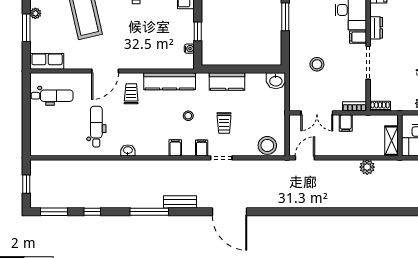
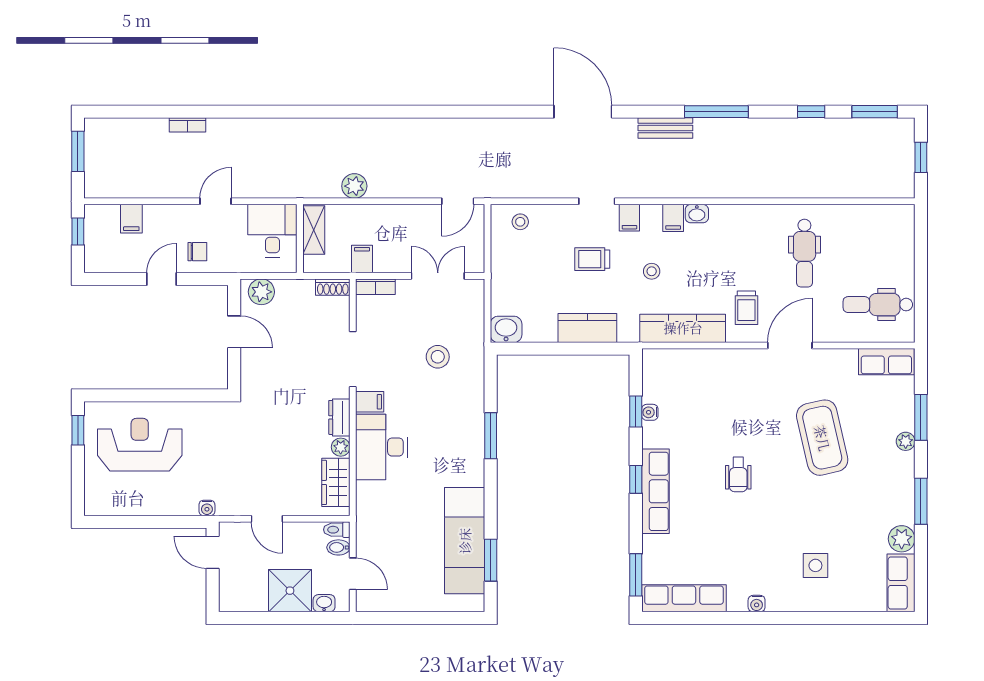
plant: (375, 10) -> (341, 447), added
water cooler: (189, 49) -> (650, 412), moved
trolley: (224, 123) -> (592, 259), turned -90
filing cabinet: (346, 123) -> (362, 259), moved
stool: (267, 145) -> (520, 222), width x0.53, depth x0.53
washbasin: (128, 150) -> (697, 214), moved

